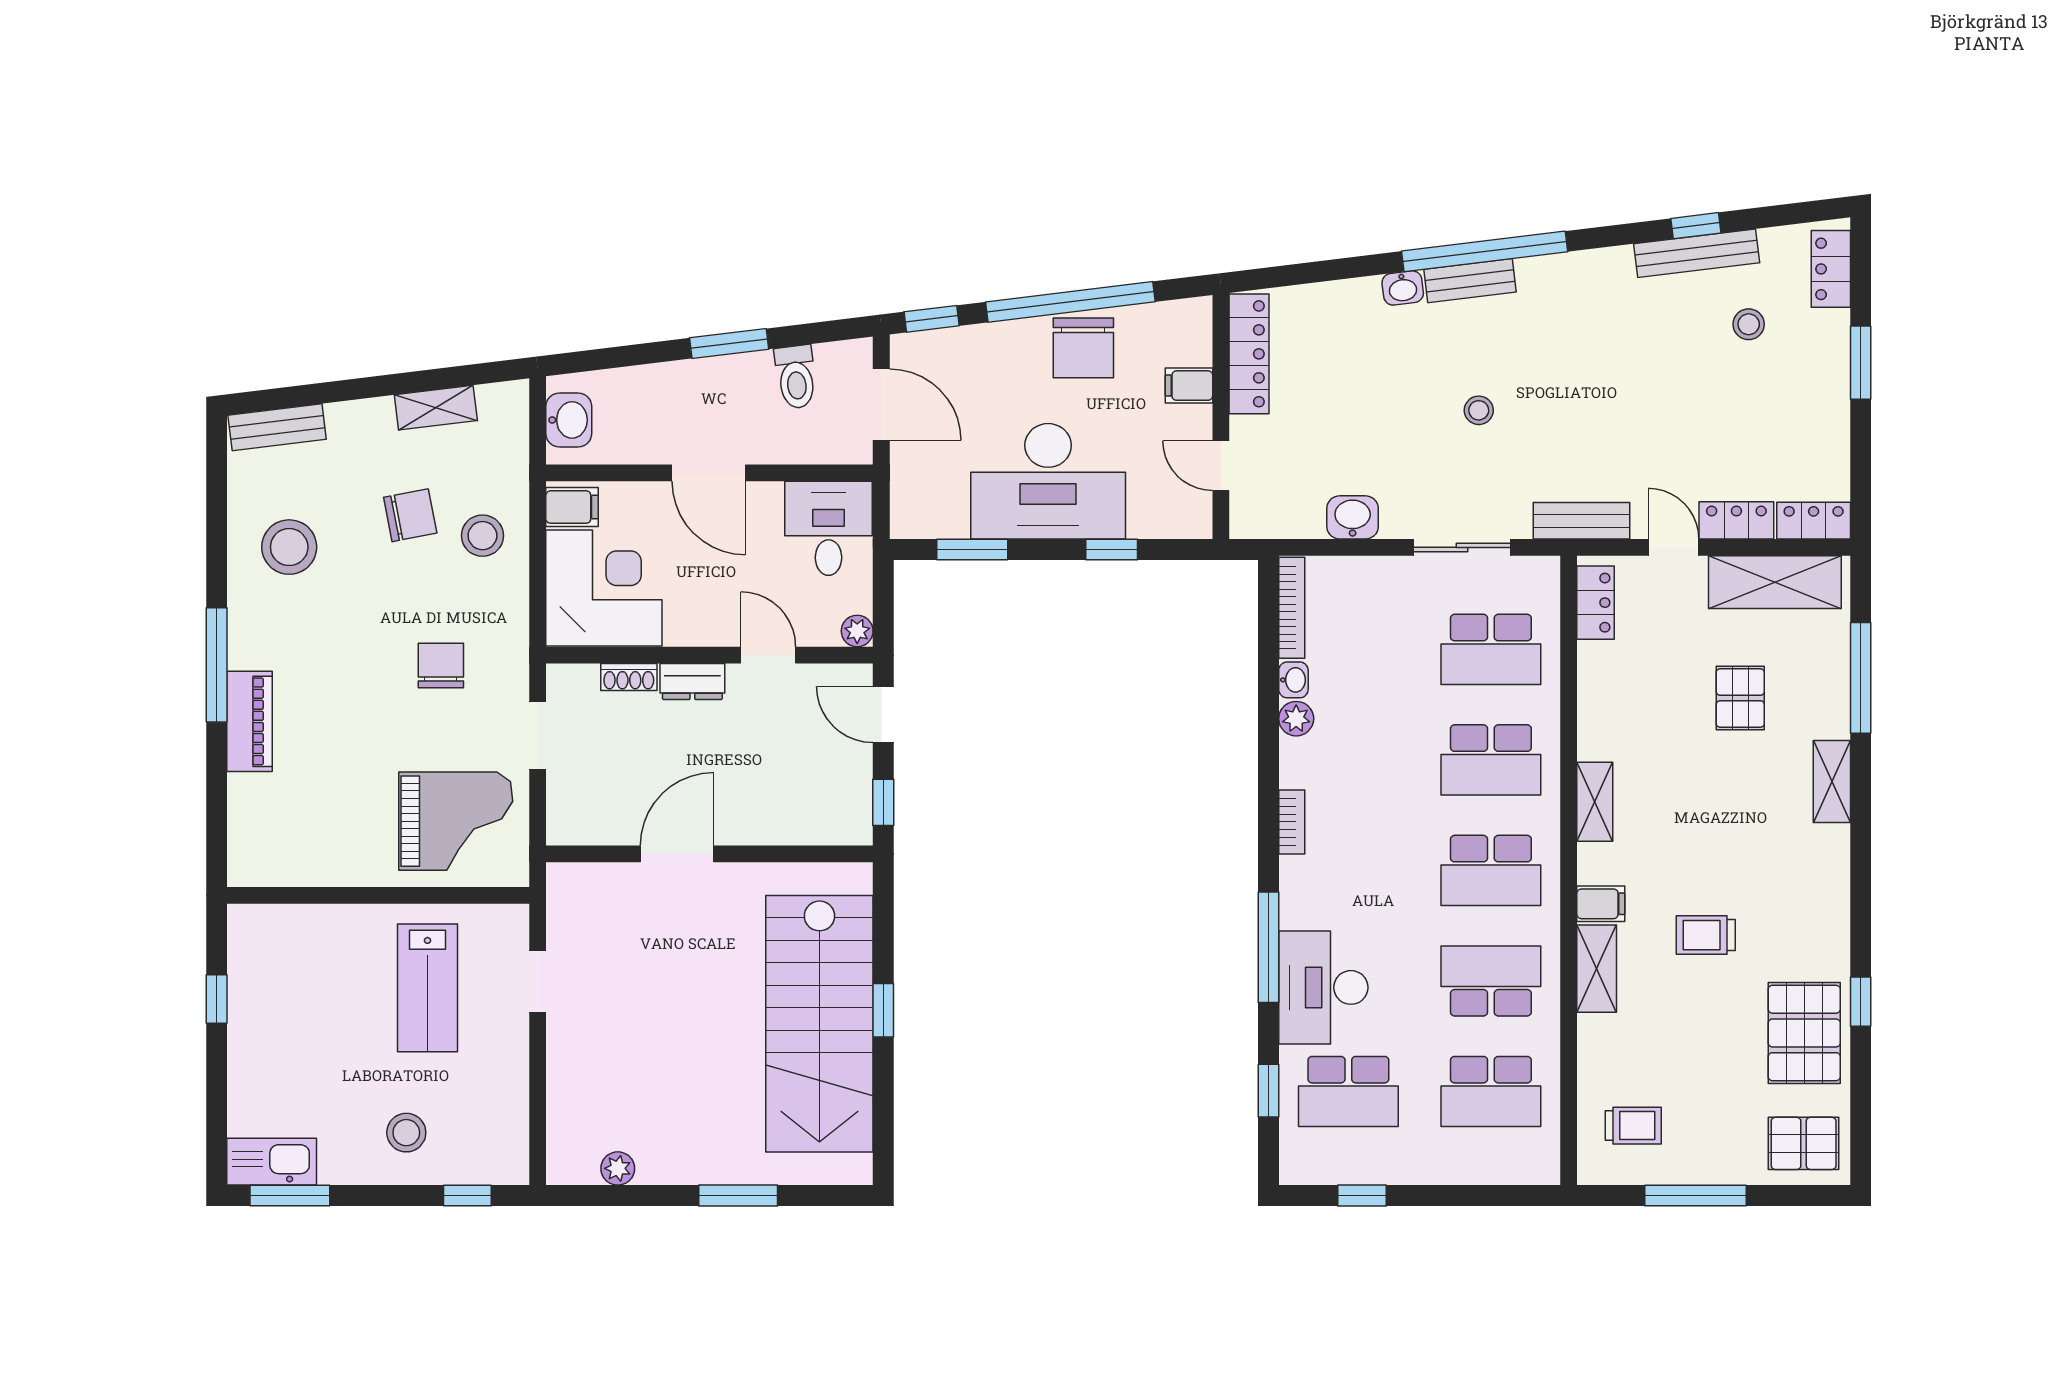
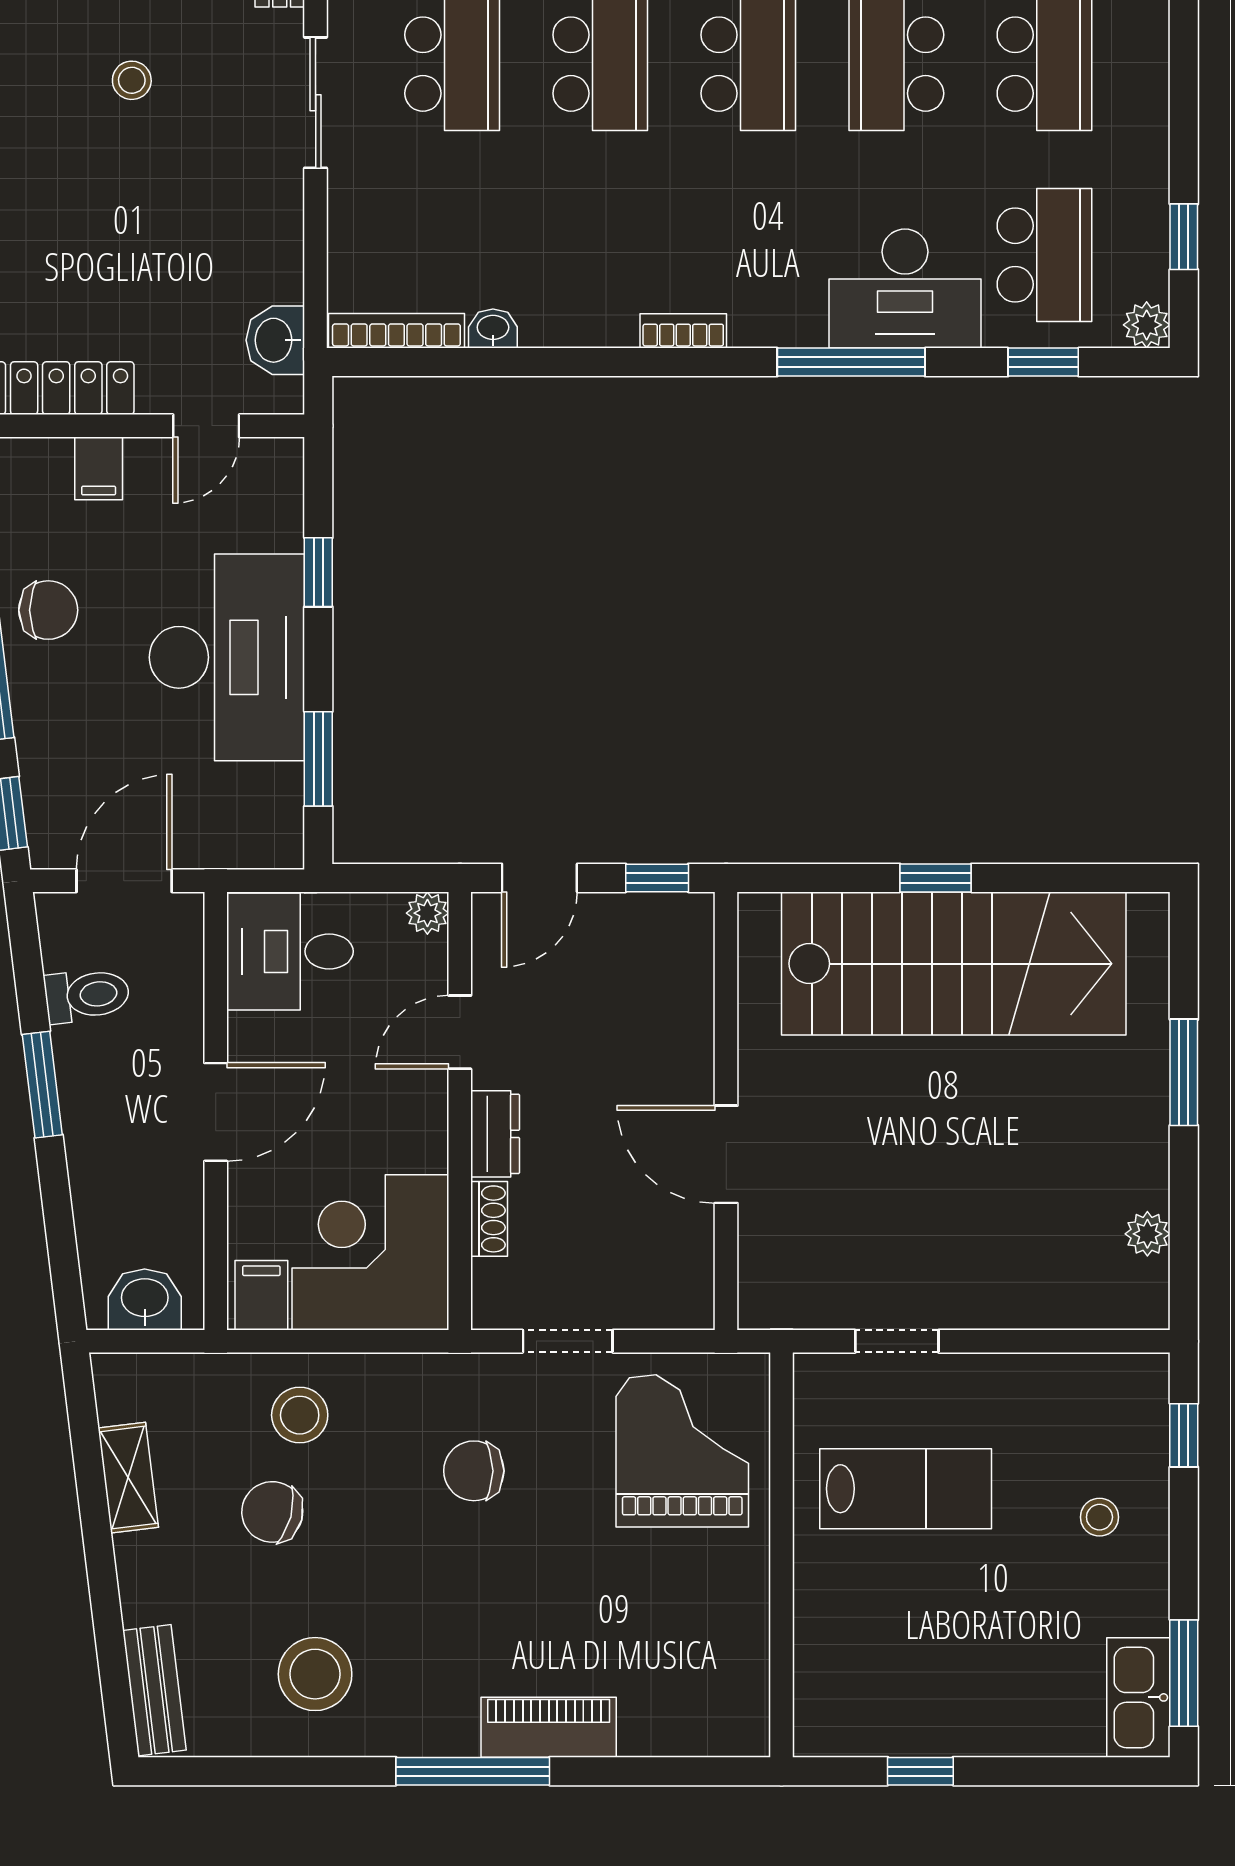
chair: (1083, 348) -> (48, 610), width x0.73, depth x0.73
chair: (410, 515) -> (272, 1512), turned -64
washbasin: (1353, 517) -> (275, 340), moved
plant: (1296, 719) -> (1147, 325), moved
stool: (406, 1133) -> (1099, 1517), width x0.73, depth x0.73

